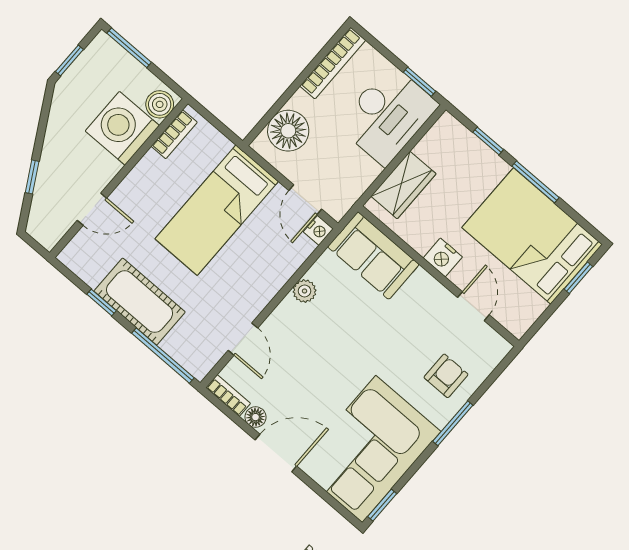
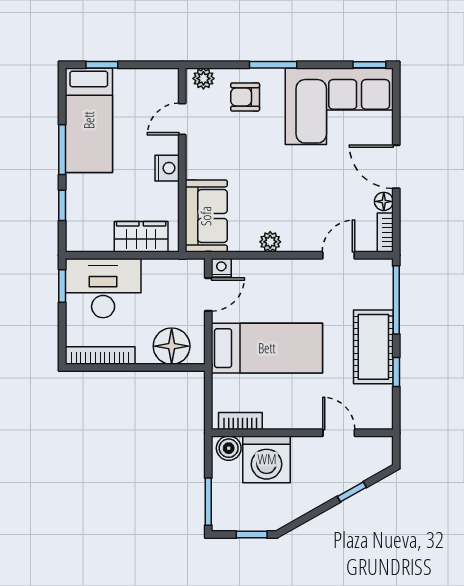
bed: (532, 236) -> (89, 120), width x0.67
plant: (492, 354) -> (203, 78), added

